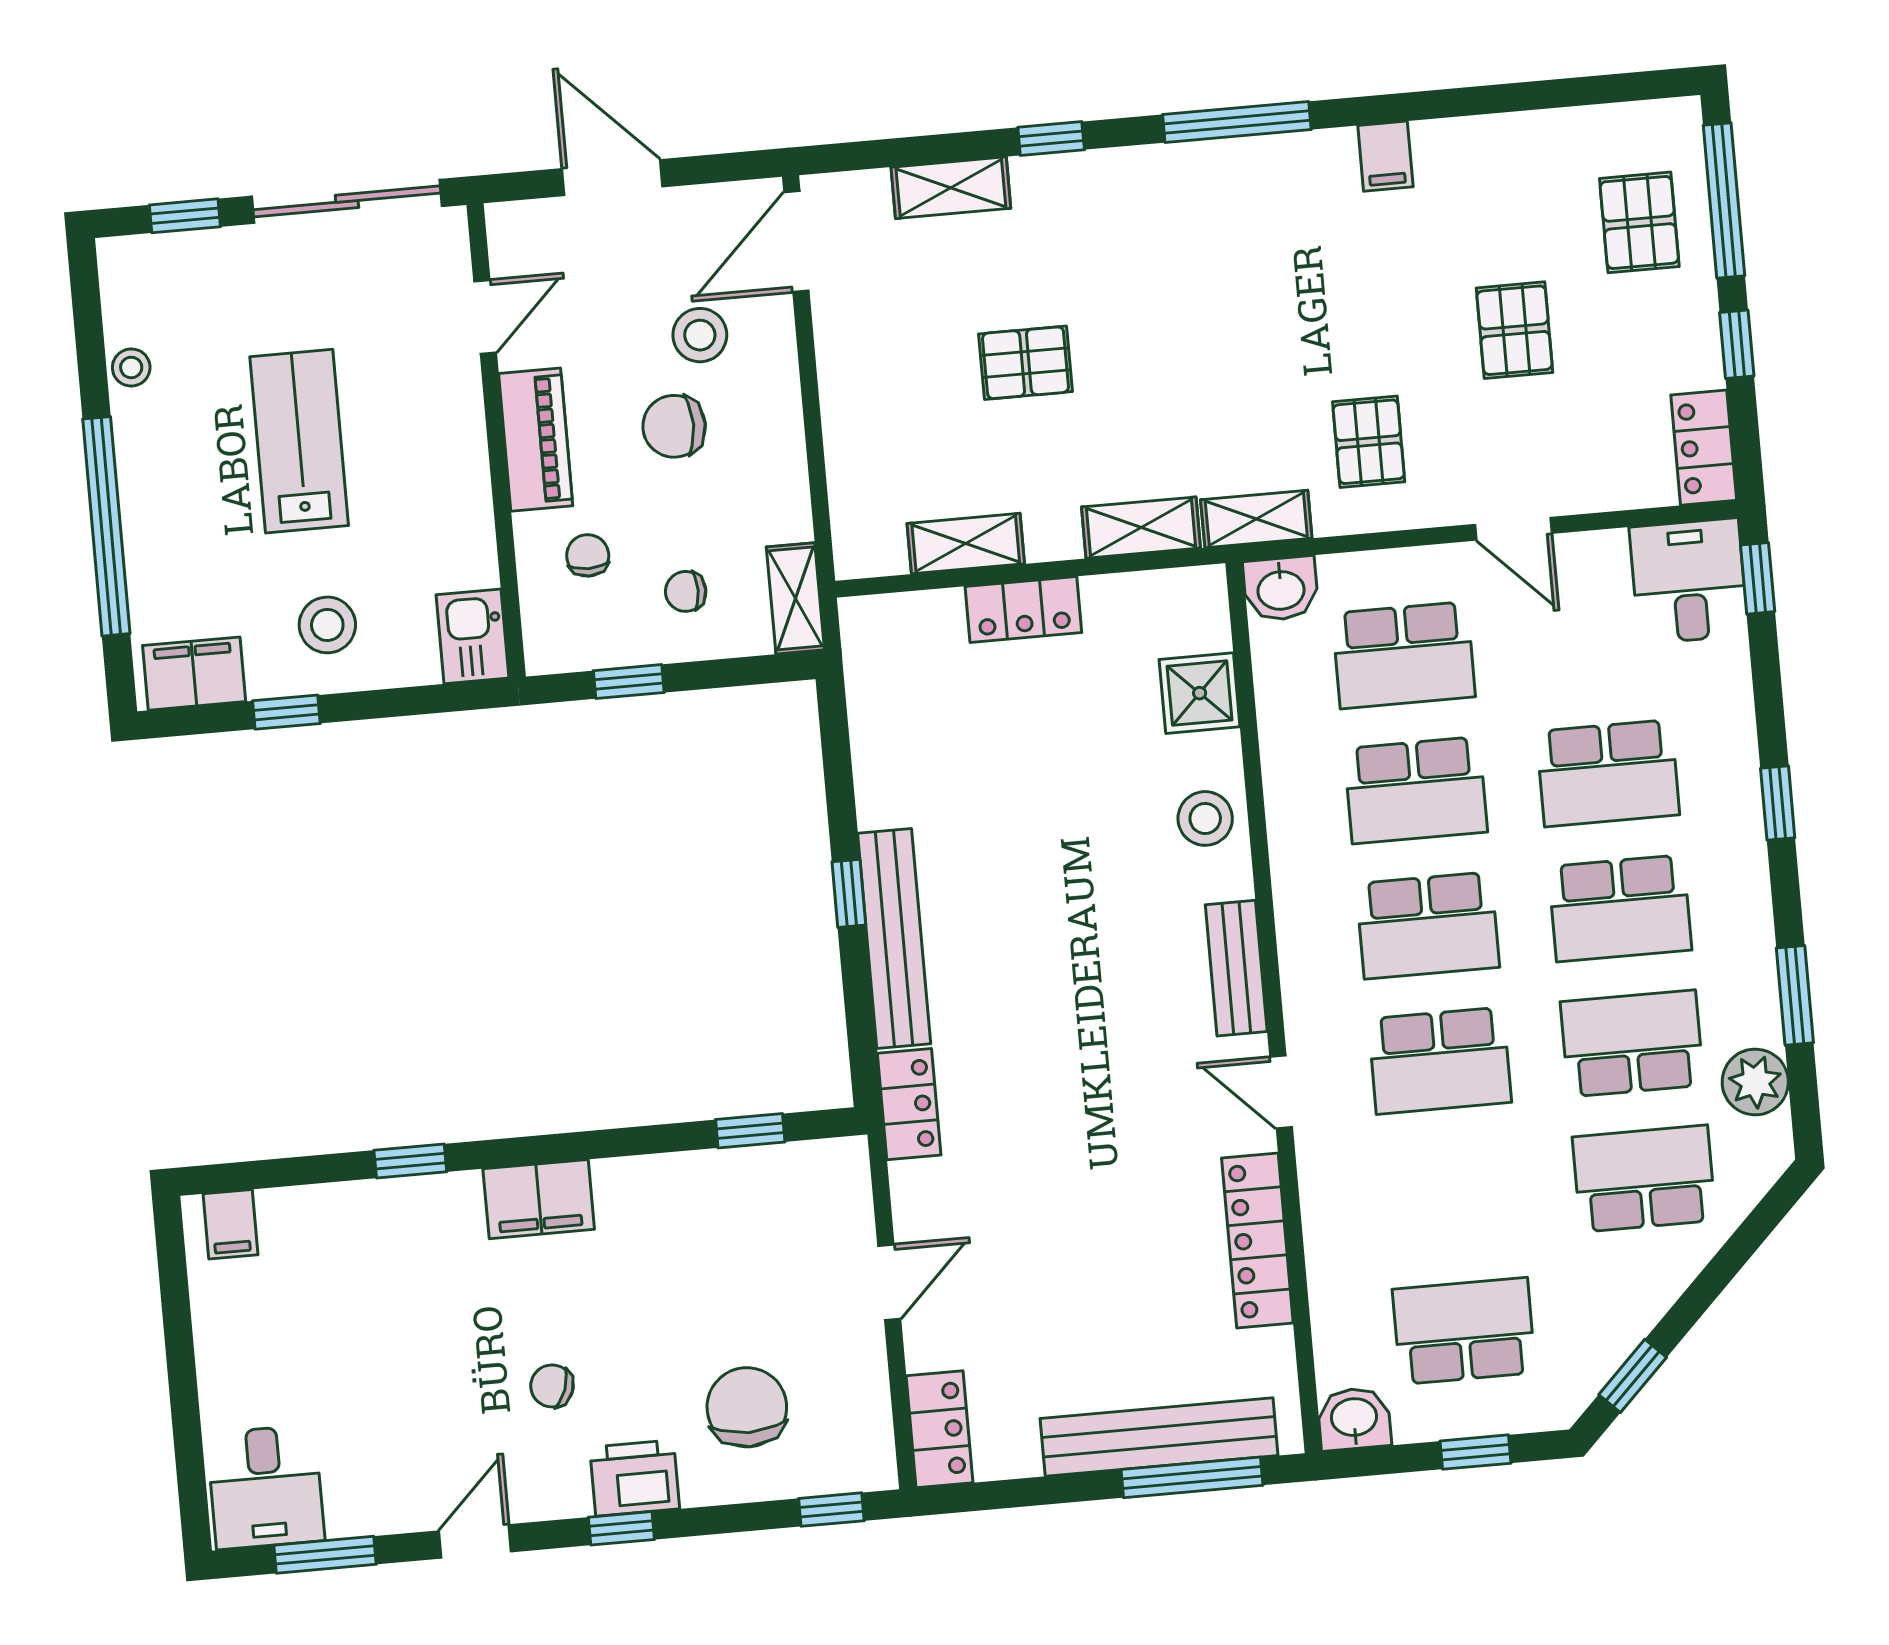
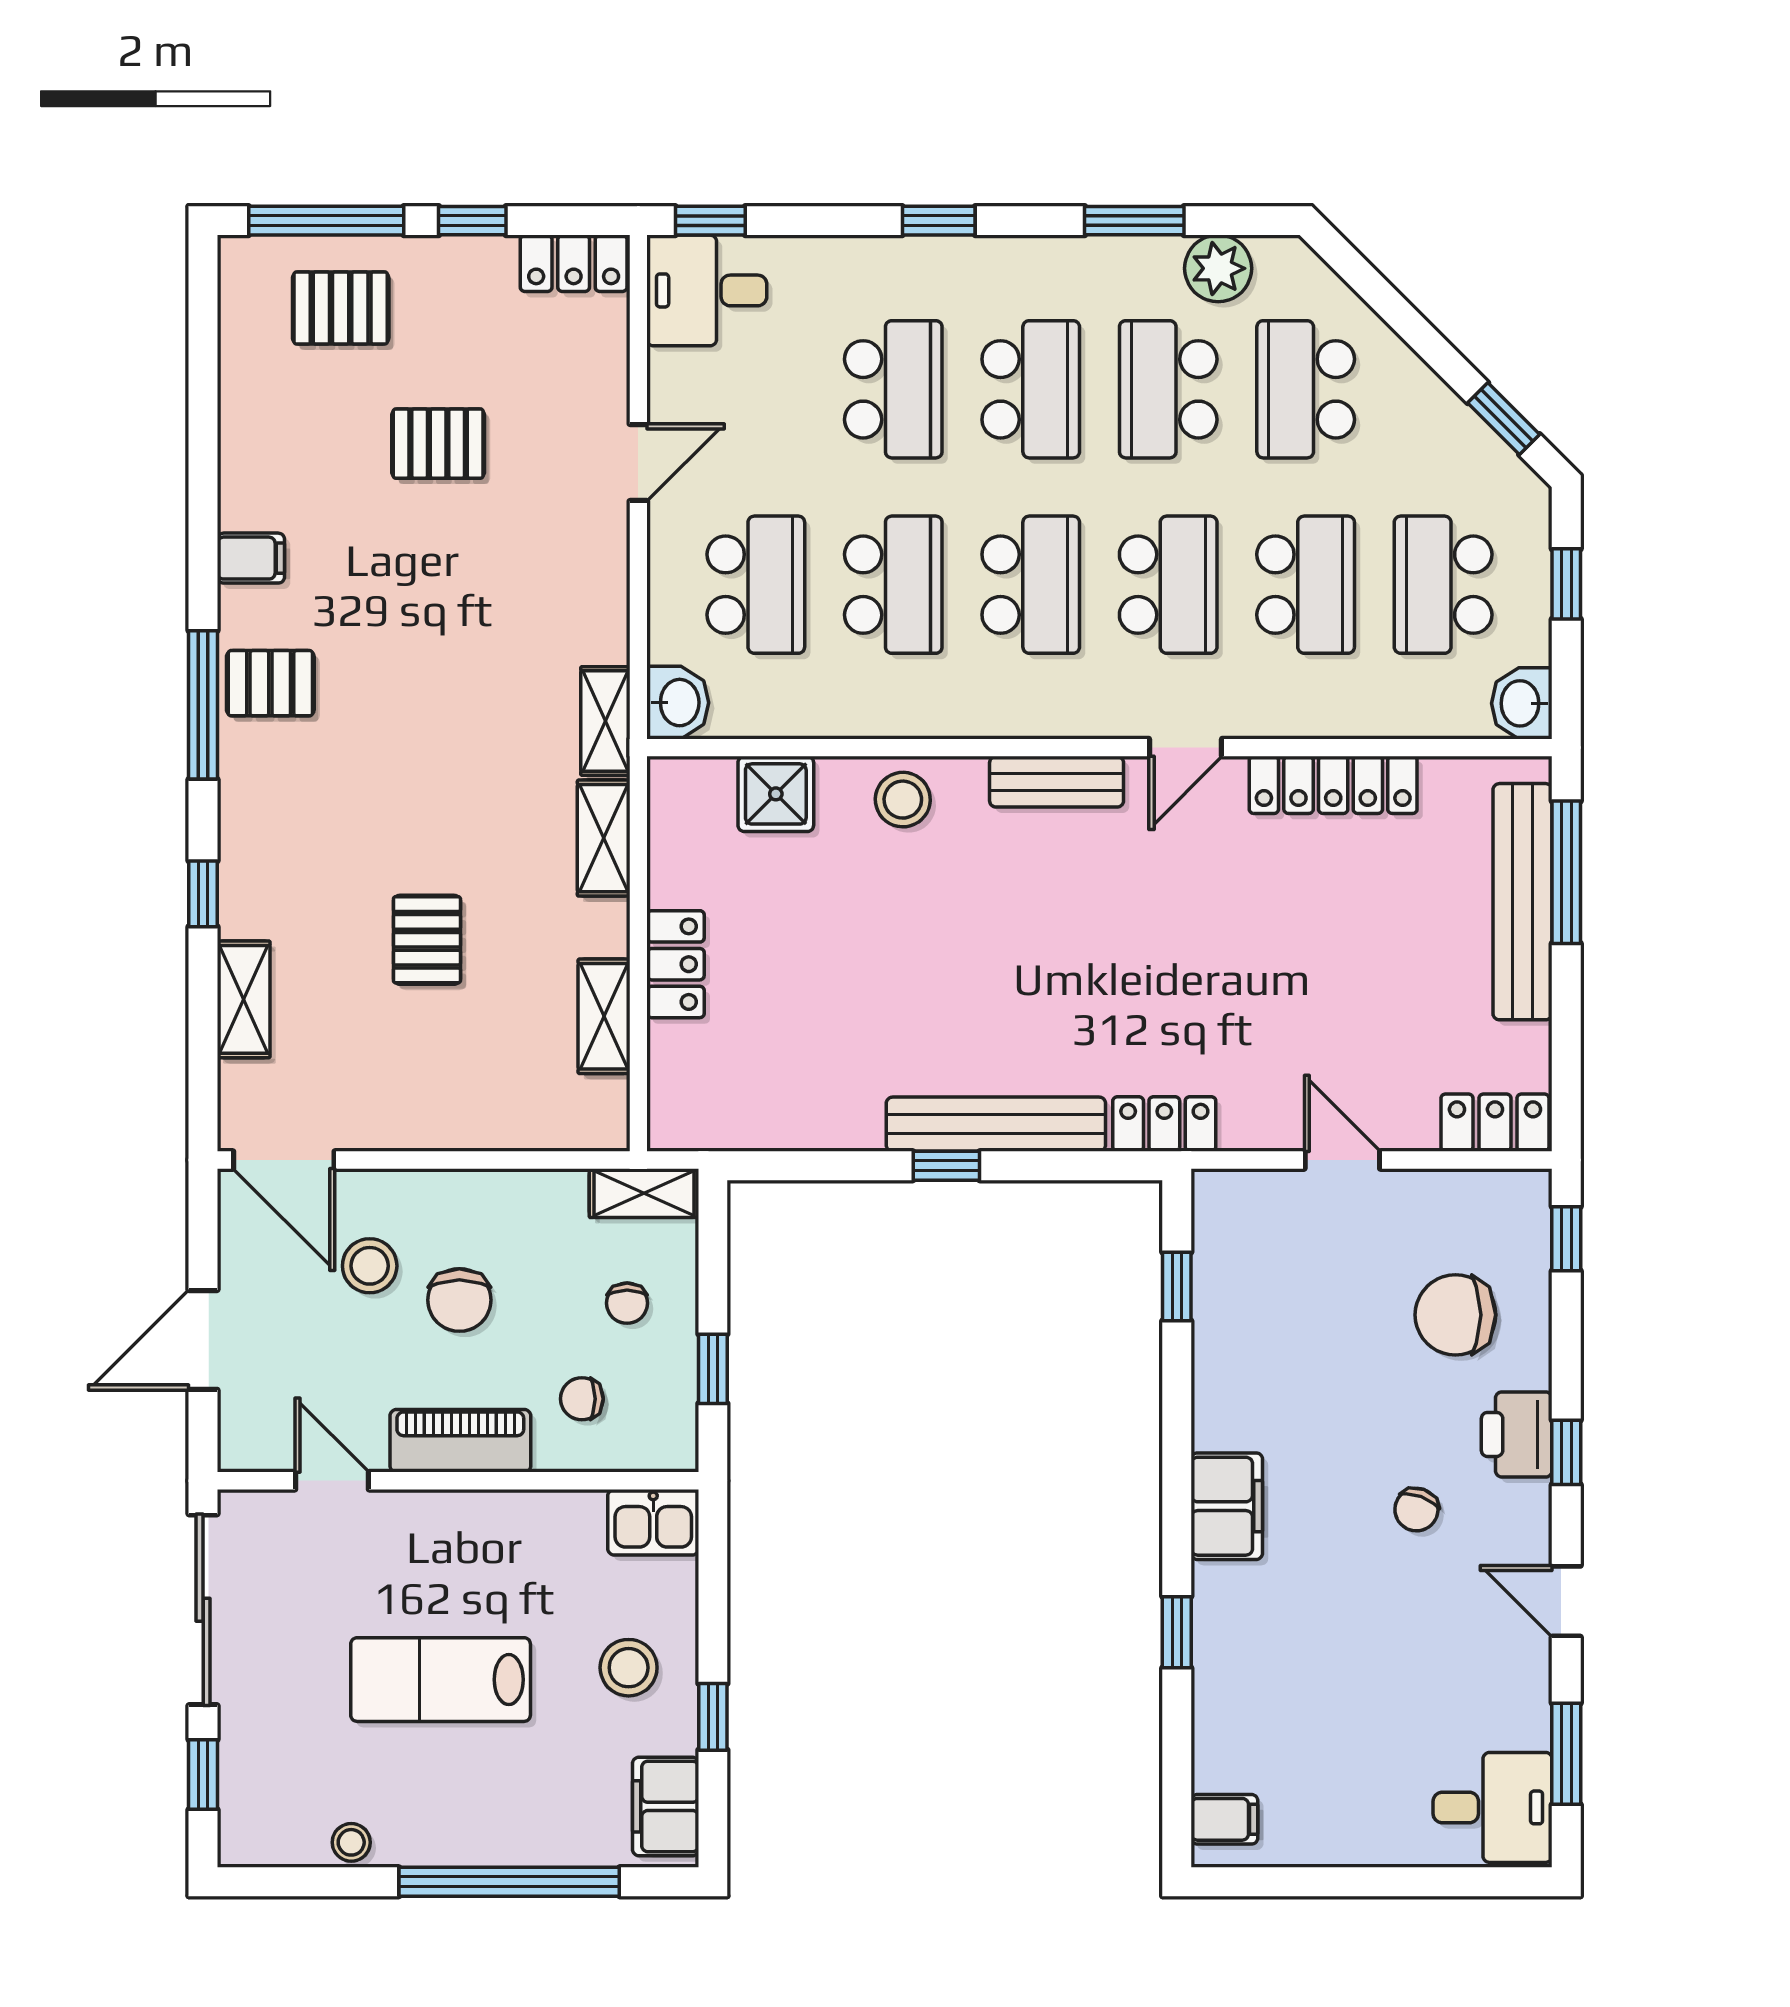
pallet: (1369, 442) -> (270, 683), moved
school desk: (1452, 1196) -> (1306, 585), added

